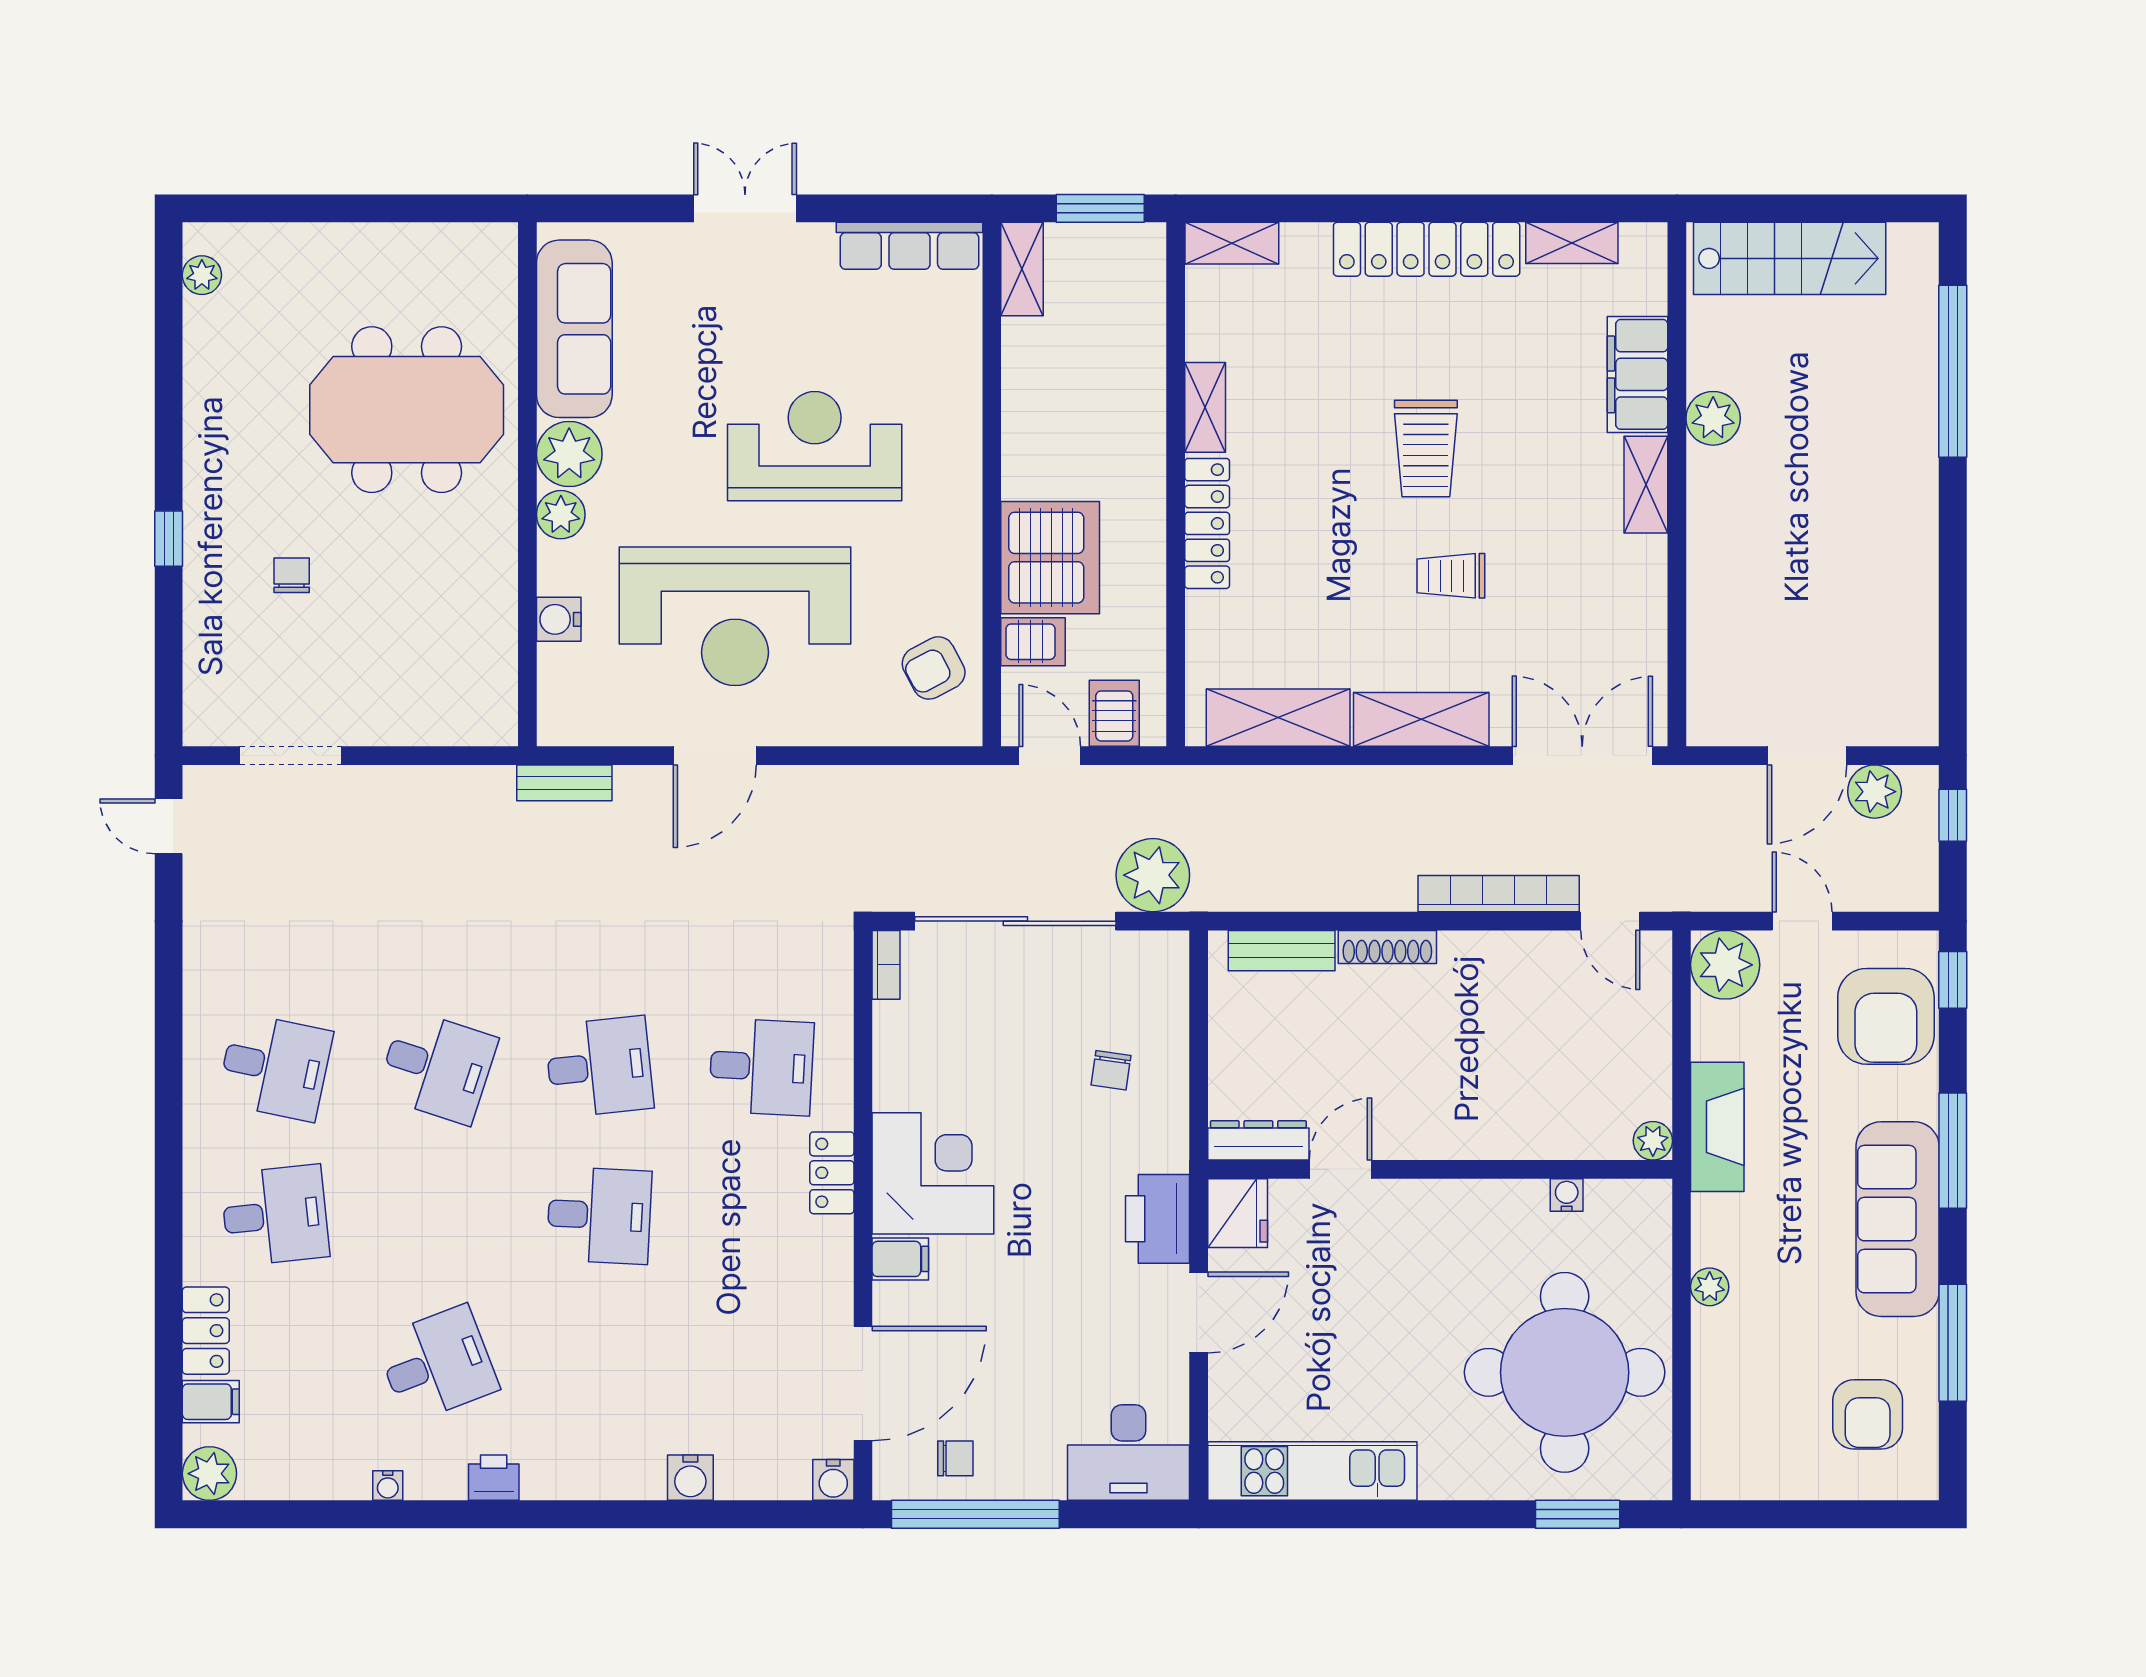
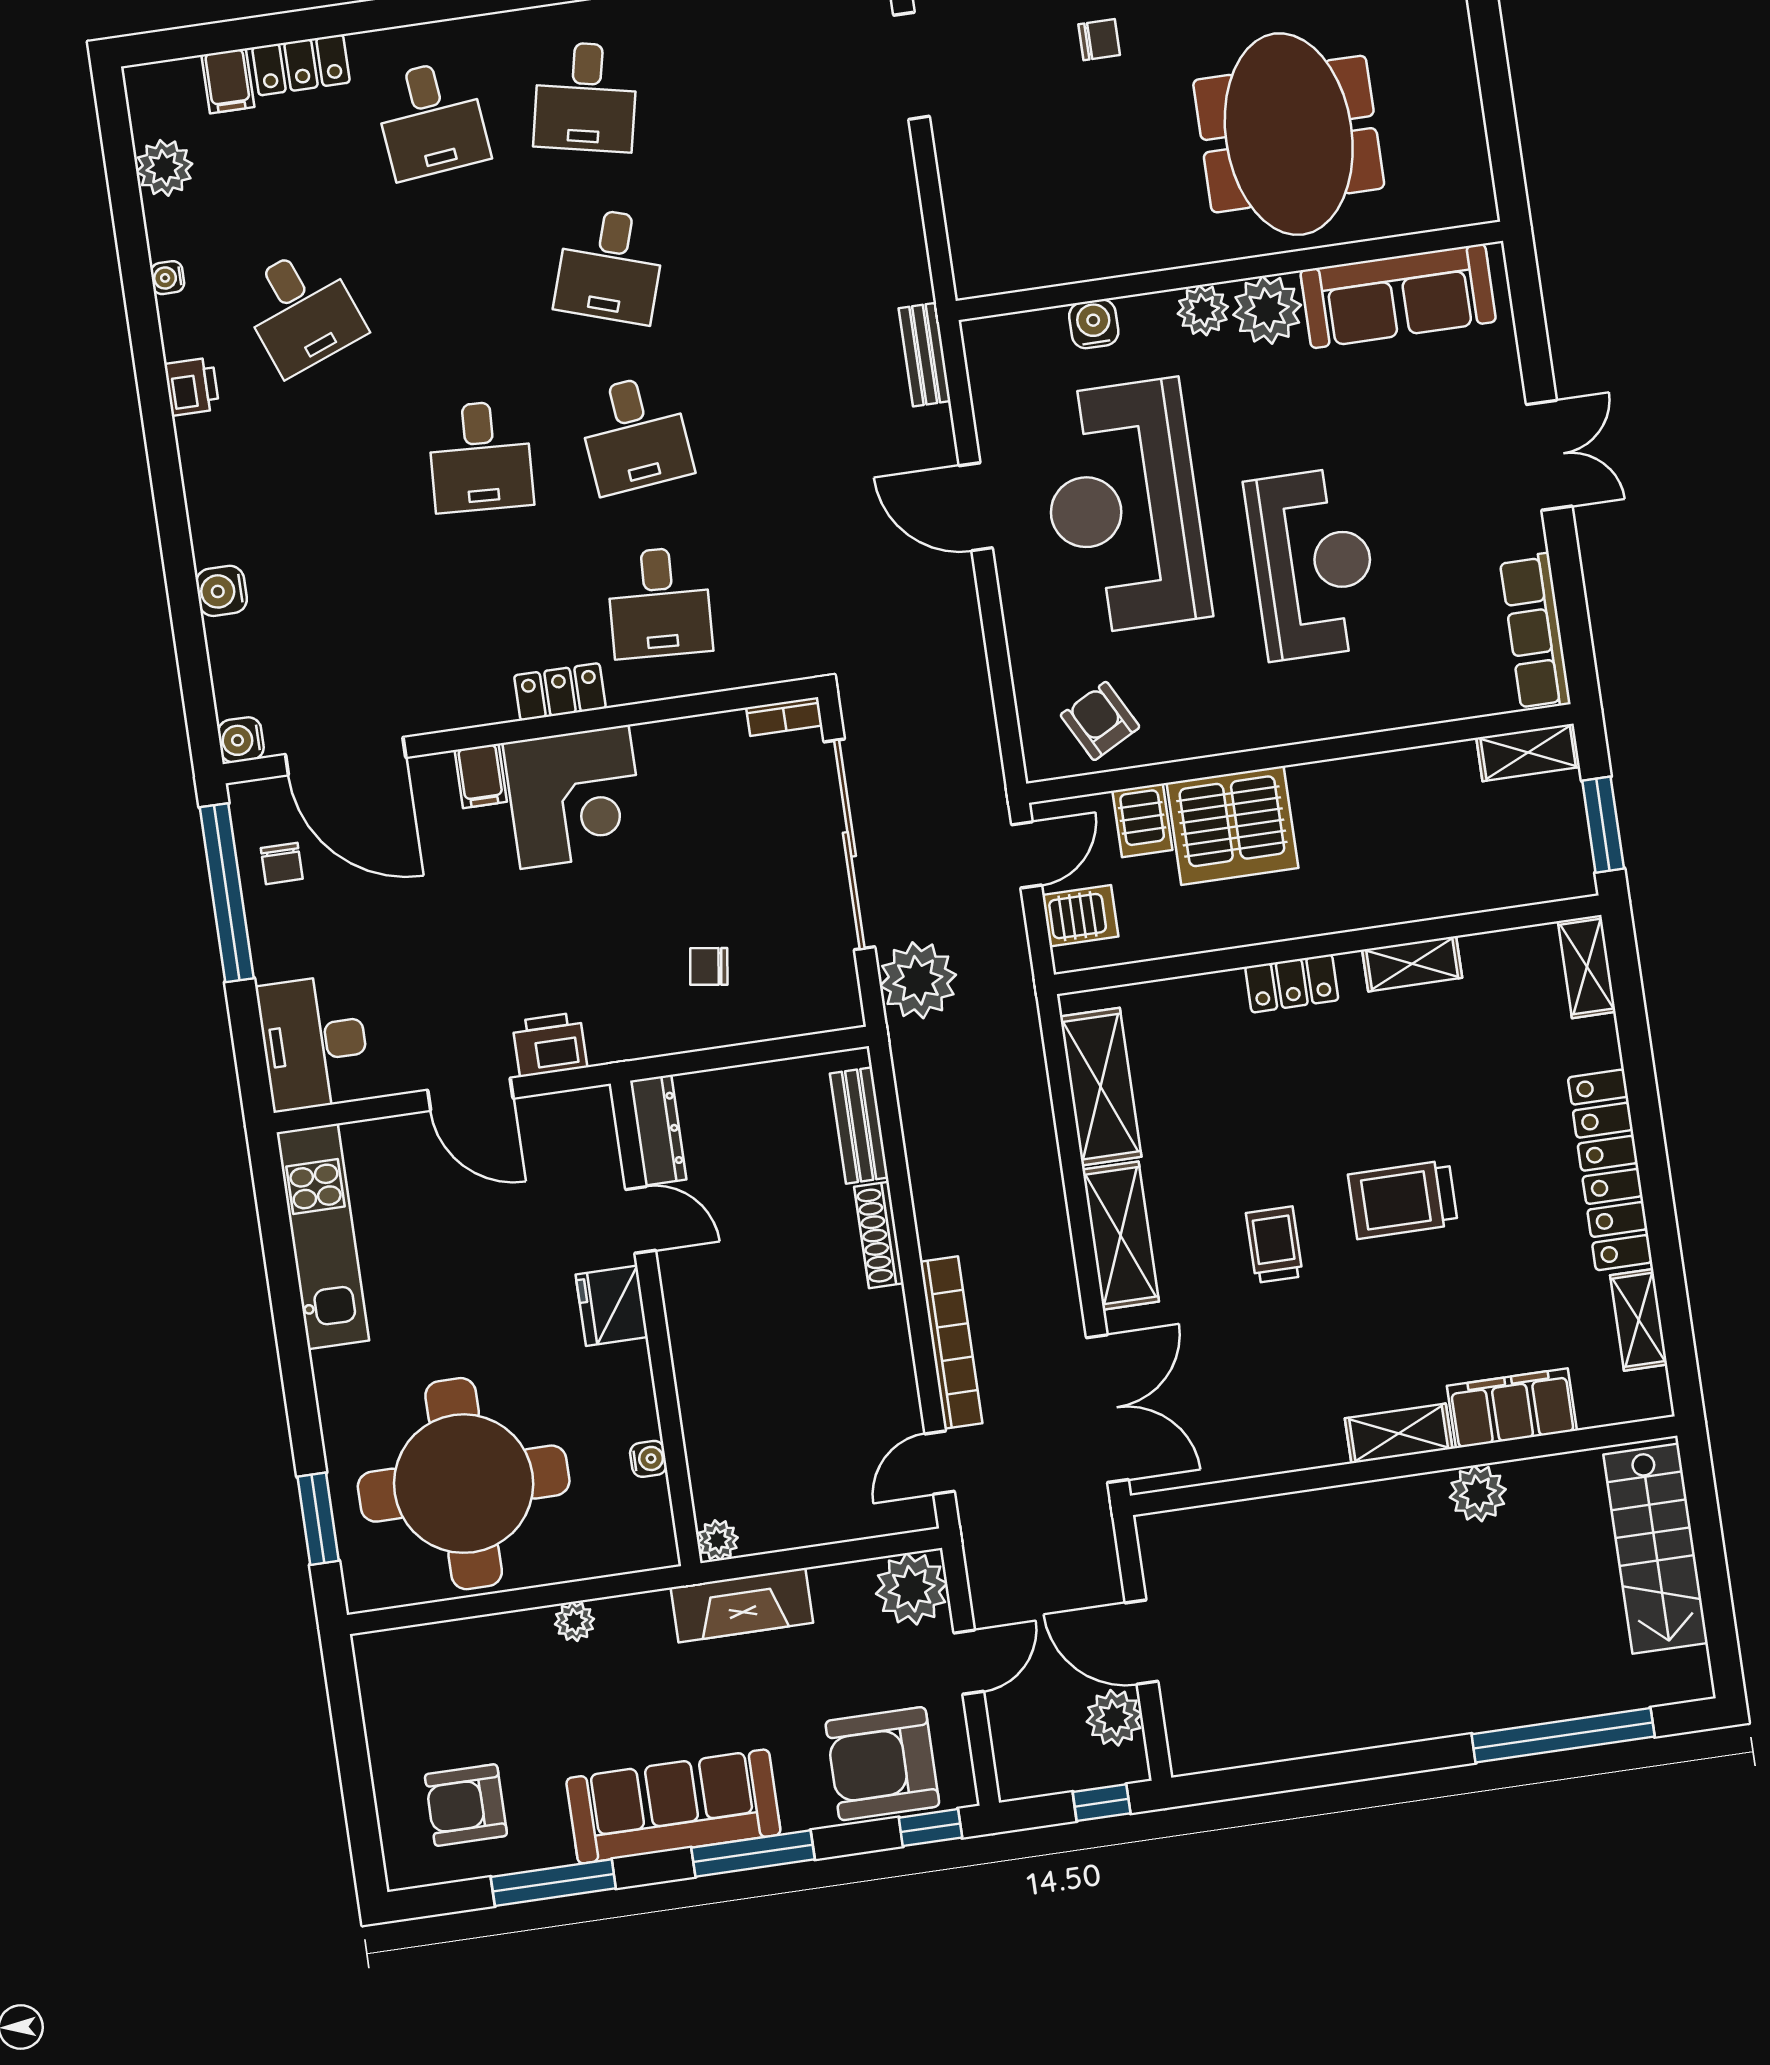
locker: (1207, 523) -> (1292, 983), width x0.66
fridge: (1238, 1213) -> (612, 1306), moved, turned 90
printer: (1157, 1219) -> (550, 1044), width x0.73, depth x0.84
plant: (209, 1474) -> (164, 168), moved

